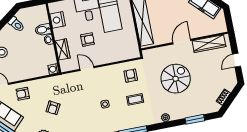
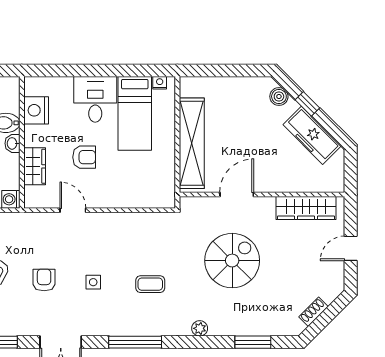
door: (182, 42) -> (237, 194), moved
armchair: (131, 76) -> (44, 280), moved

